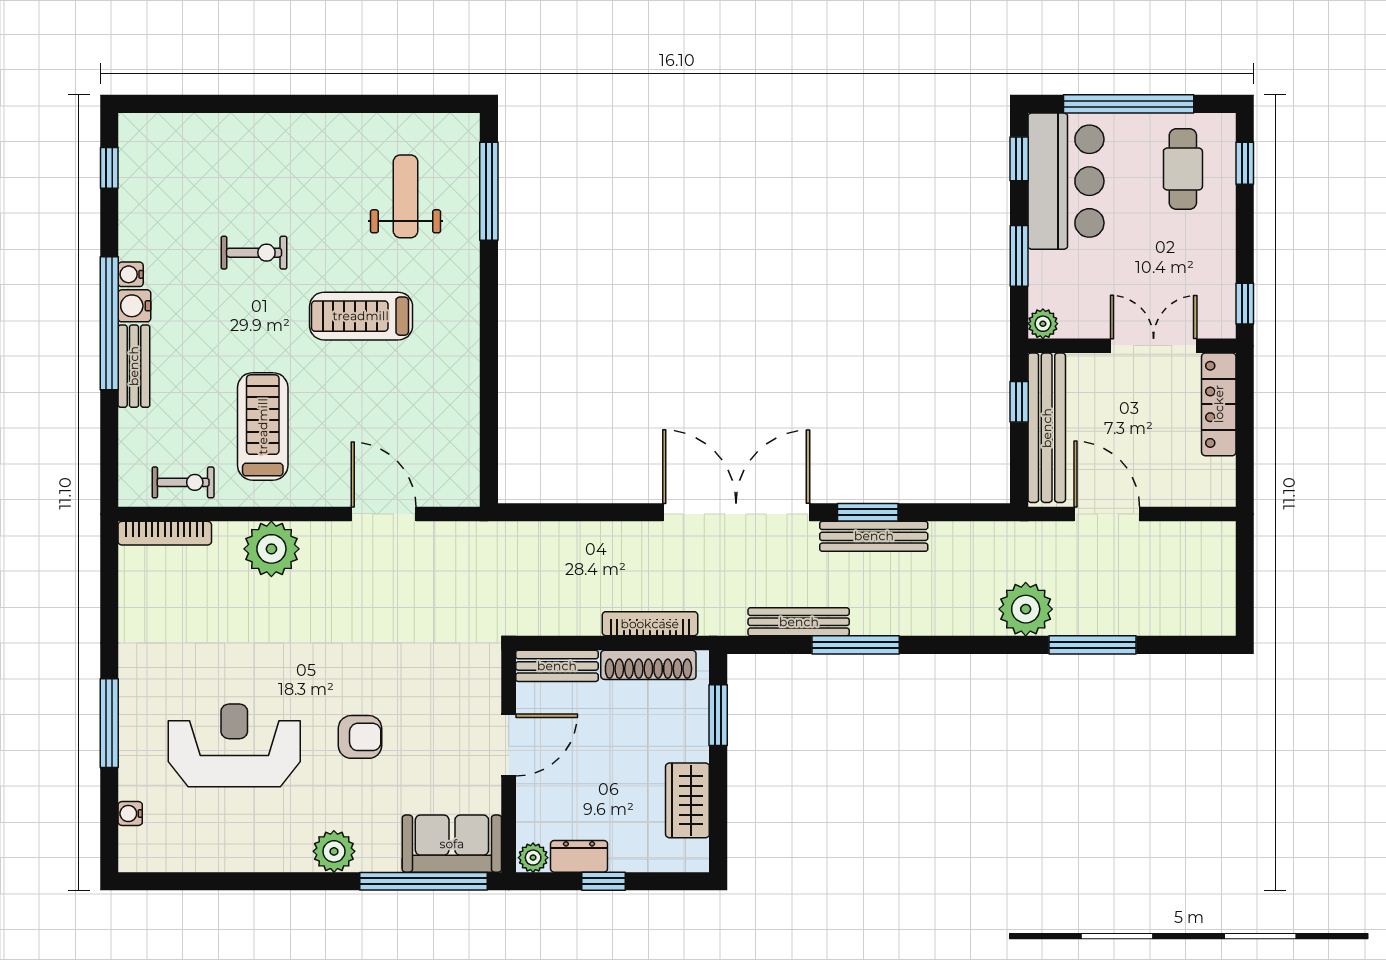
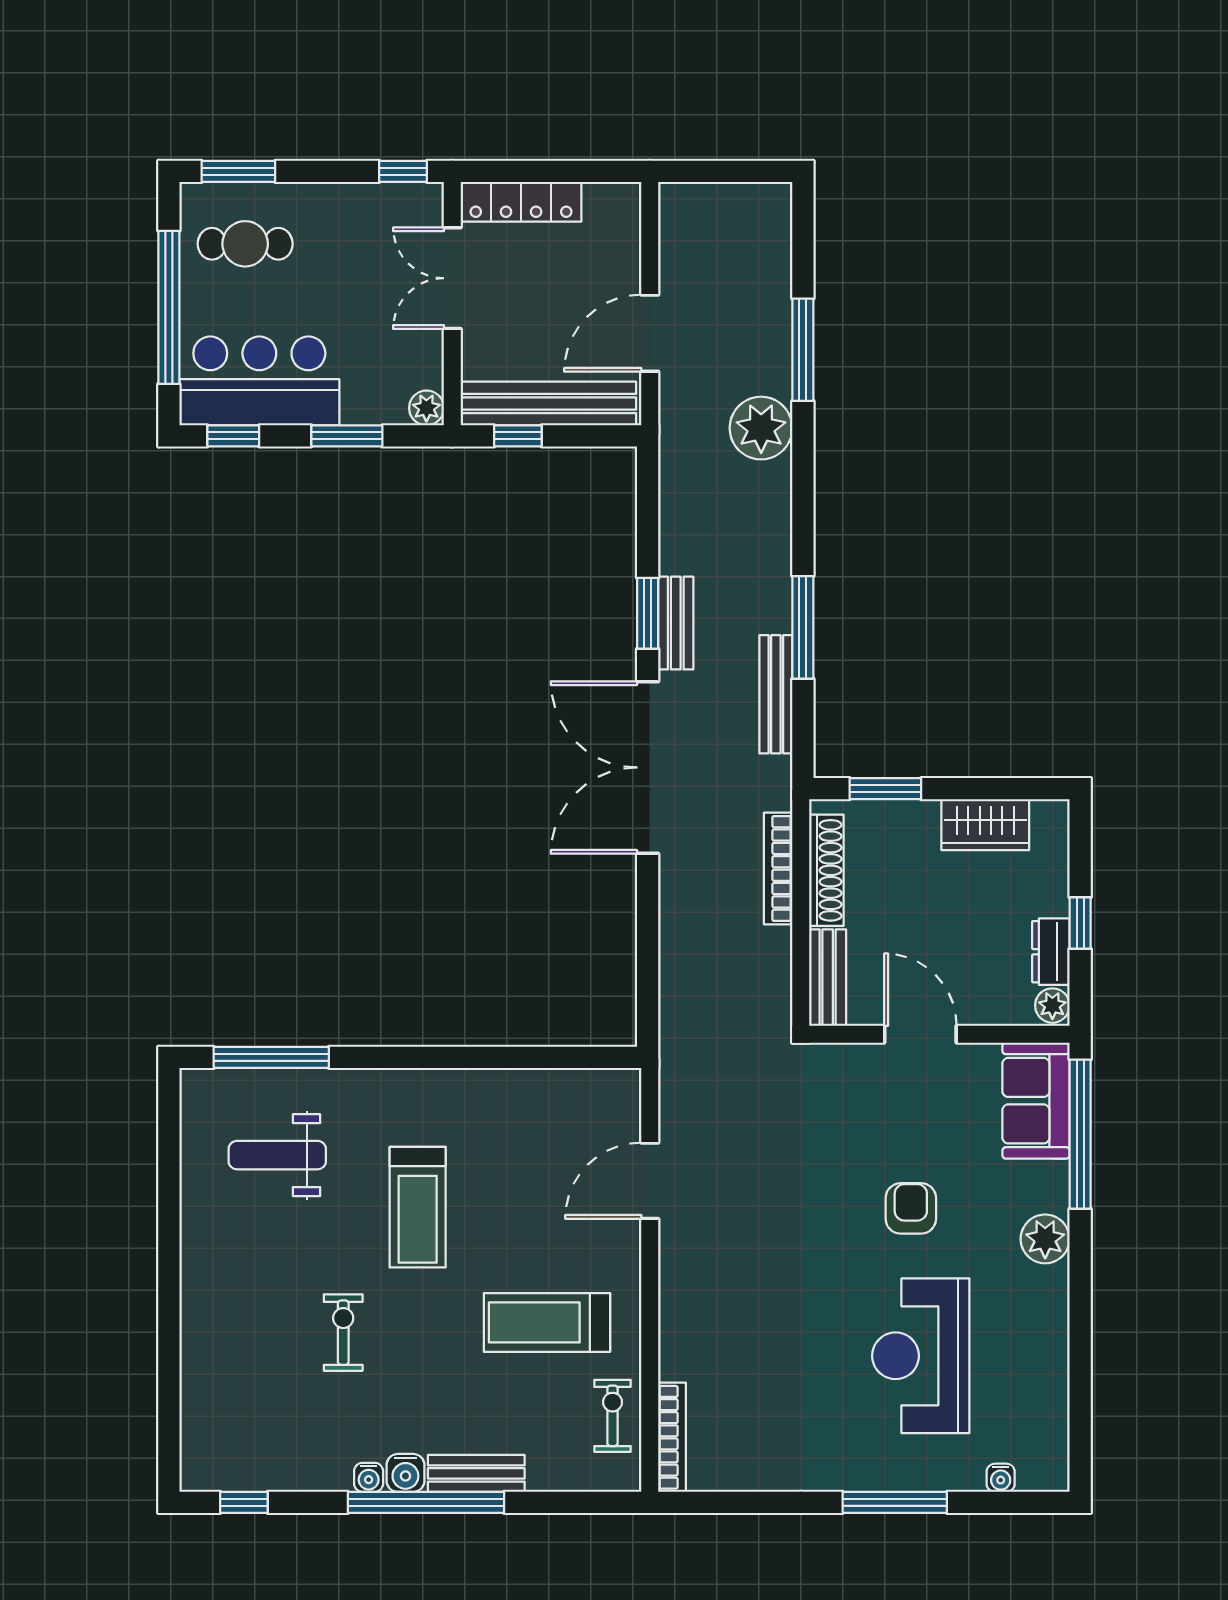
window: (1245, 163) -> (238, 171), width x1.50
bench: (874, 536) -> (676, 623), width x0.73
plant: (271, 549) -> (691, 1312), removed

